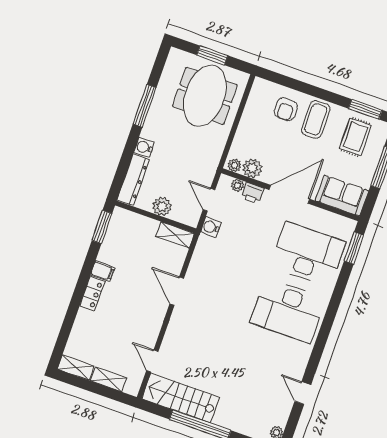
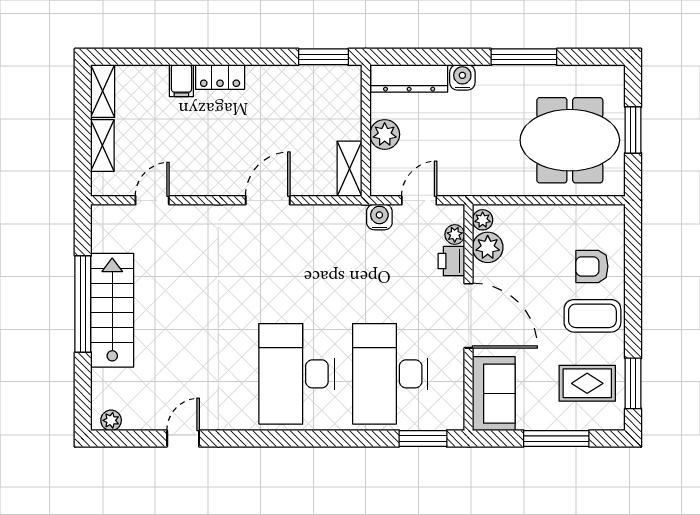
desk: (308, 254) -> (390, 374), turned 180
filing cabinet: (103, 271) -> (181, 81), moved
stairs: (181, 398) -> (112, 310), moved

